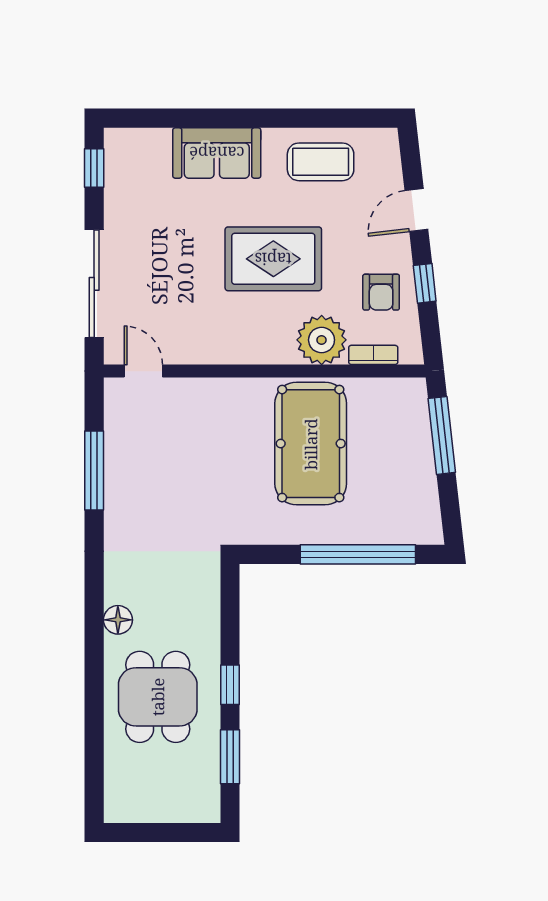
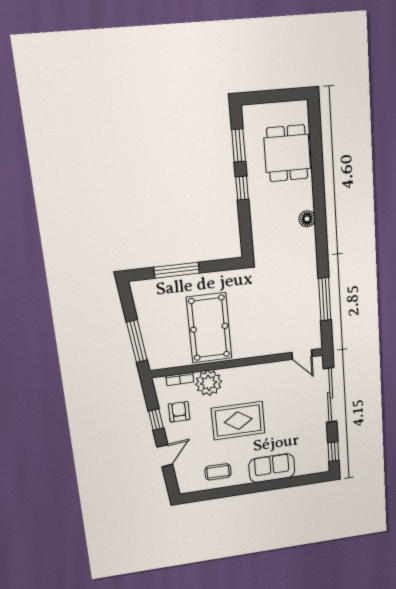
coffee table: (321, 162) -> (218, 472), width x0.73, depth x0.77
window: (358, 554) -> (177, 270), width x0.68
dining table: (158, 697) -> (287, 153), moved

